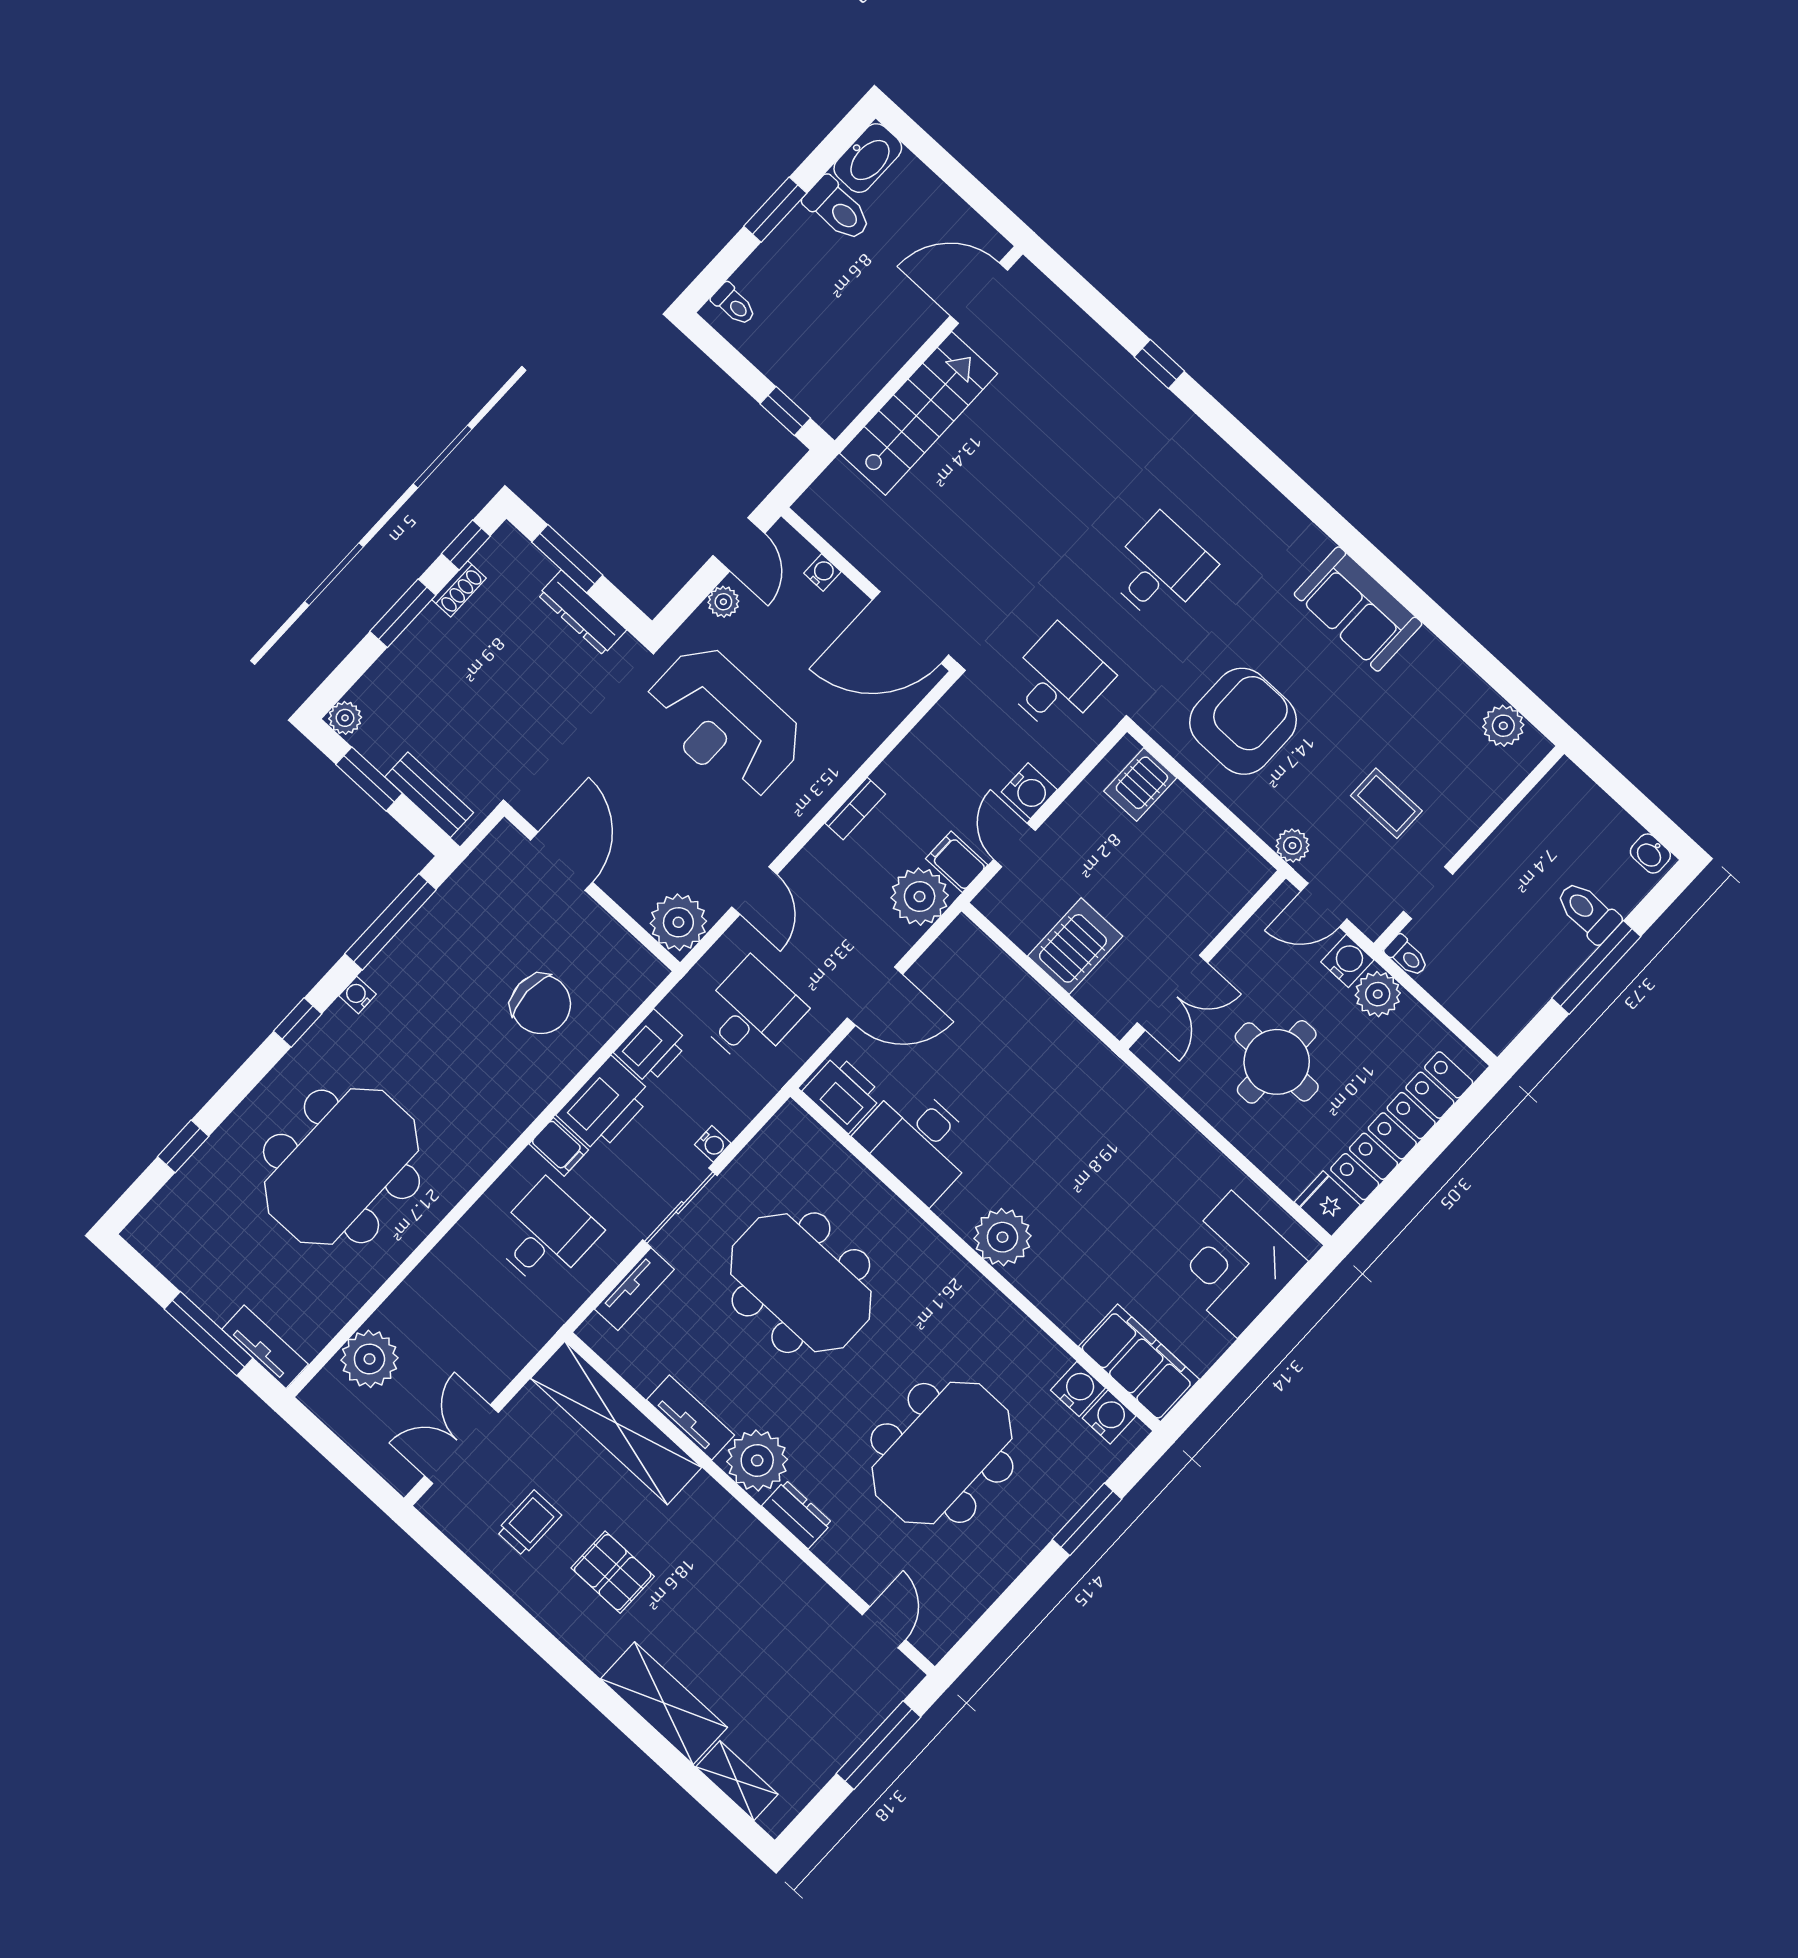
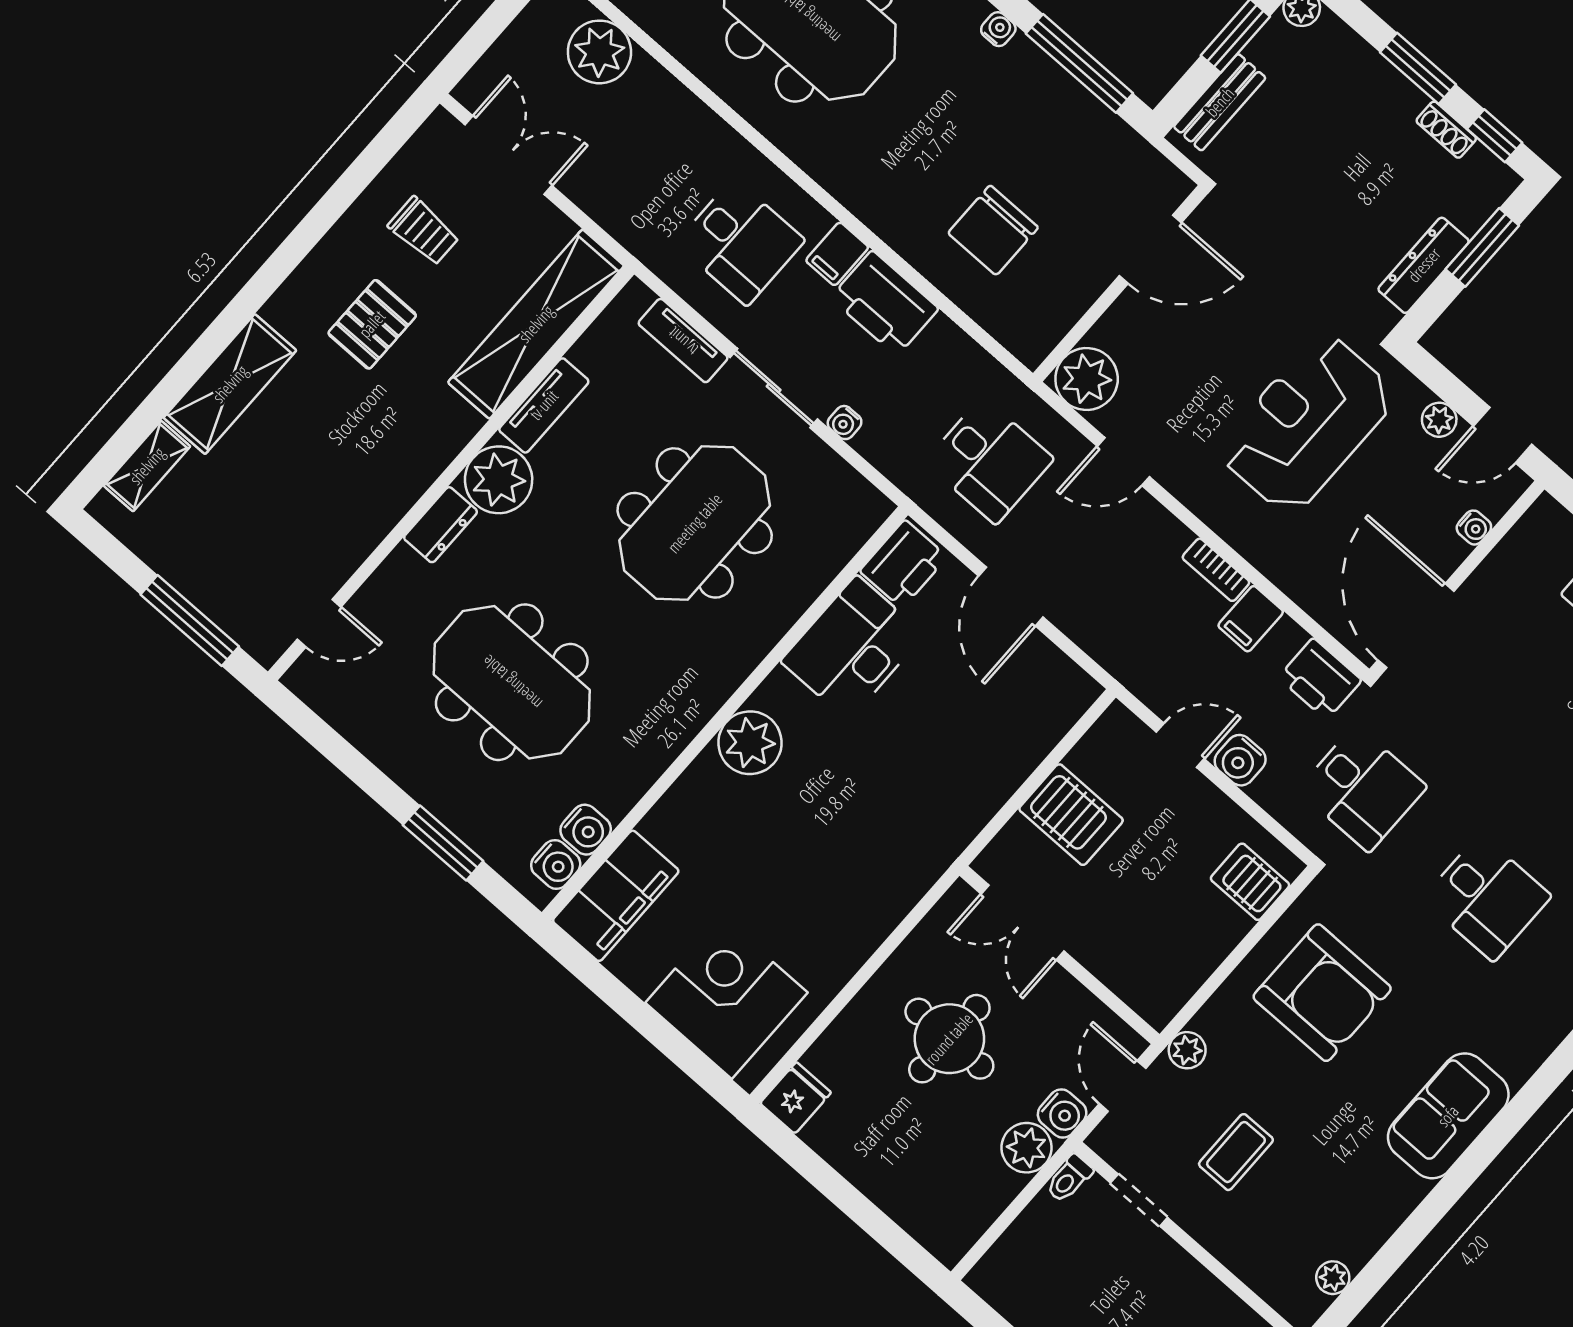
plant: (1503, 726) -> (1333, 1278), width x0.73, depth x0.73
filing cabinet: (957, 862) -> (1251, 619), moved, turned 180
plant: (920, 897) -> (1121, 643), removed
printer: (652, 1047) -> (1320, 679), moved
locker: (1402, 1126) -> (883, 1178), removed

